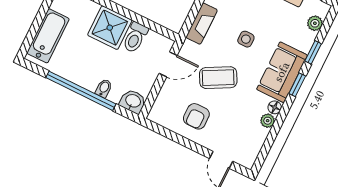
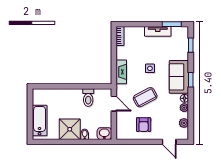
plant: (315, 23) -> (184, 123), moved
shower: (110, 28) -> (70, 129), moved
window: (313, 52) -> (191, 45), moved
door: (168, 64) -> (114, 104), hinge flipped
window: (81, 91) -> (73, 142), removed

